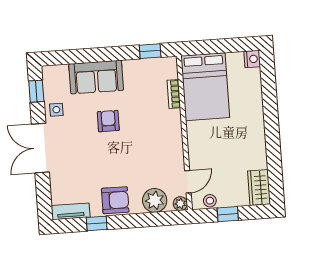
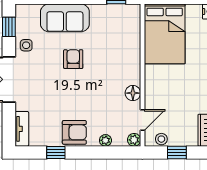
bookcase: (174, 94) -> (135, 39), removed
floor lamp: (175, 153) -> (133, 93), added
plant: (155, 200) -> (105, 140), width x0.53, depth x0.53
tv unit: (71, 211) -> (22, 129), moved, turned 90

